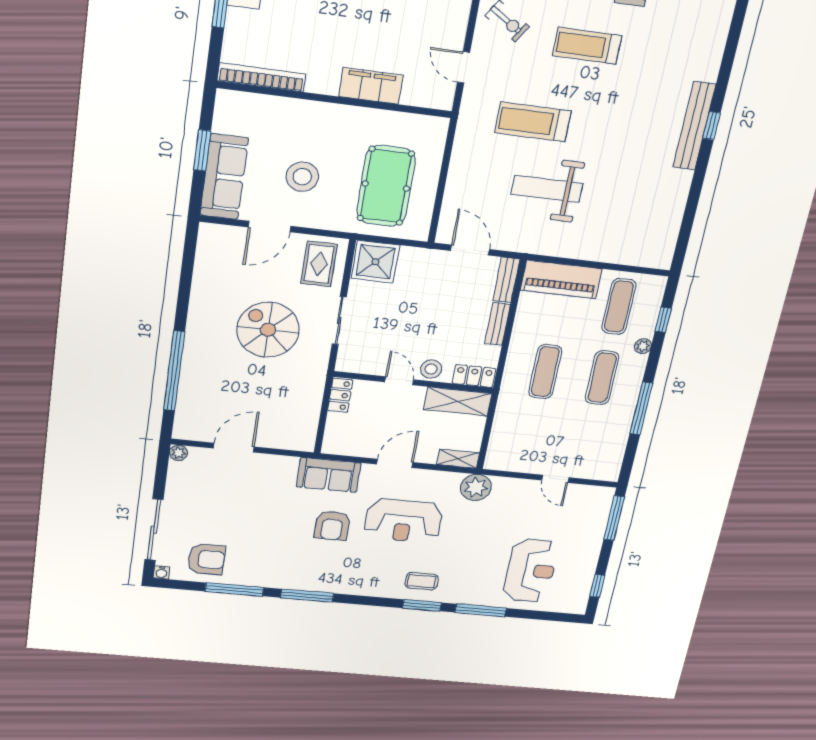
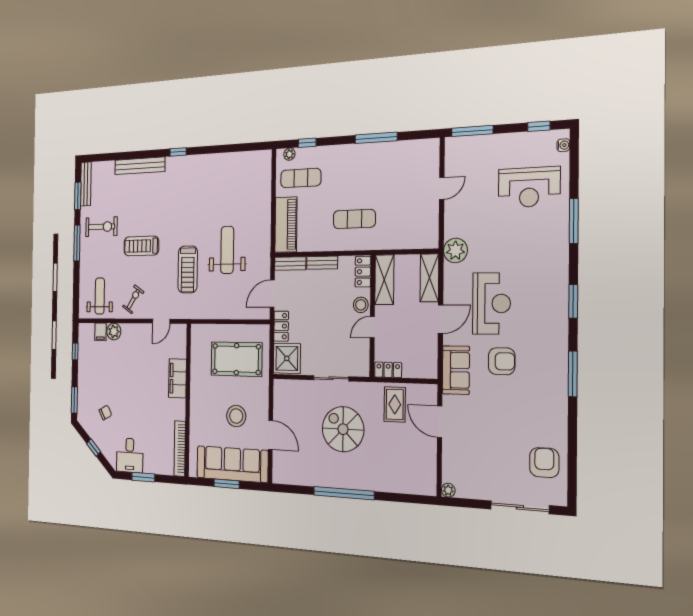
treadmill: (587, 46) -> (141, 246), turned 90
bench: (694, 126) -> (140, 166), moved
sofa: (224, 177) -> (232, 464), width x1.36, depth x1.27
weight bench: (547, 189) -> (227, 250), turned 180
locker: (422, 258) -> (281, 326), added
rug: (319, 264) -> (395, 404), moved, turned 90
spiral stairs: (268, 330) -> (343, 429), turned 90
plant: (643, 346) -> (289, 154), moved
window: (174, 371) -> (344, 493), moved
exercise mat: (602, 378) -> (355, 175), removed
door: (234, 448) -> (440, 422), moved
shelving: (458, 459) -> (429, 278), width x1.50, depth x1.33
door: (395, 463) -> (441, 319), swing flipped
reception desk: (531, 571) -> (529, 187), turned 180
water cooler: (162, 572) -> (563, 145), moved
coffee table: (422, 581) -> (549, 278), removed
window: (234, 589) -> (572, 437), removed
window: (422, 605) -> (573, 301), moved

